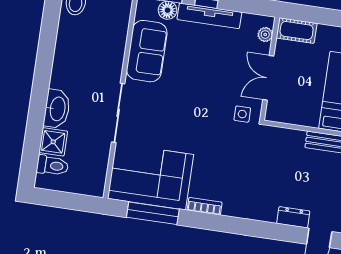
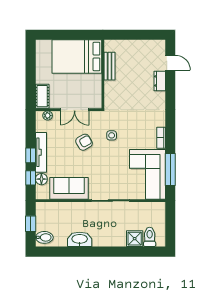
armchair: (215, 85) -> (84, 142), added
washbasin: (57, 109) -> (80, 239), moved
side table: (242, 114) -> (112, 135), moved

